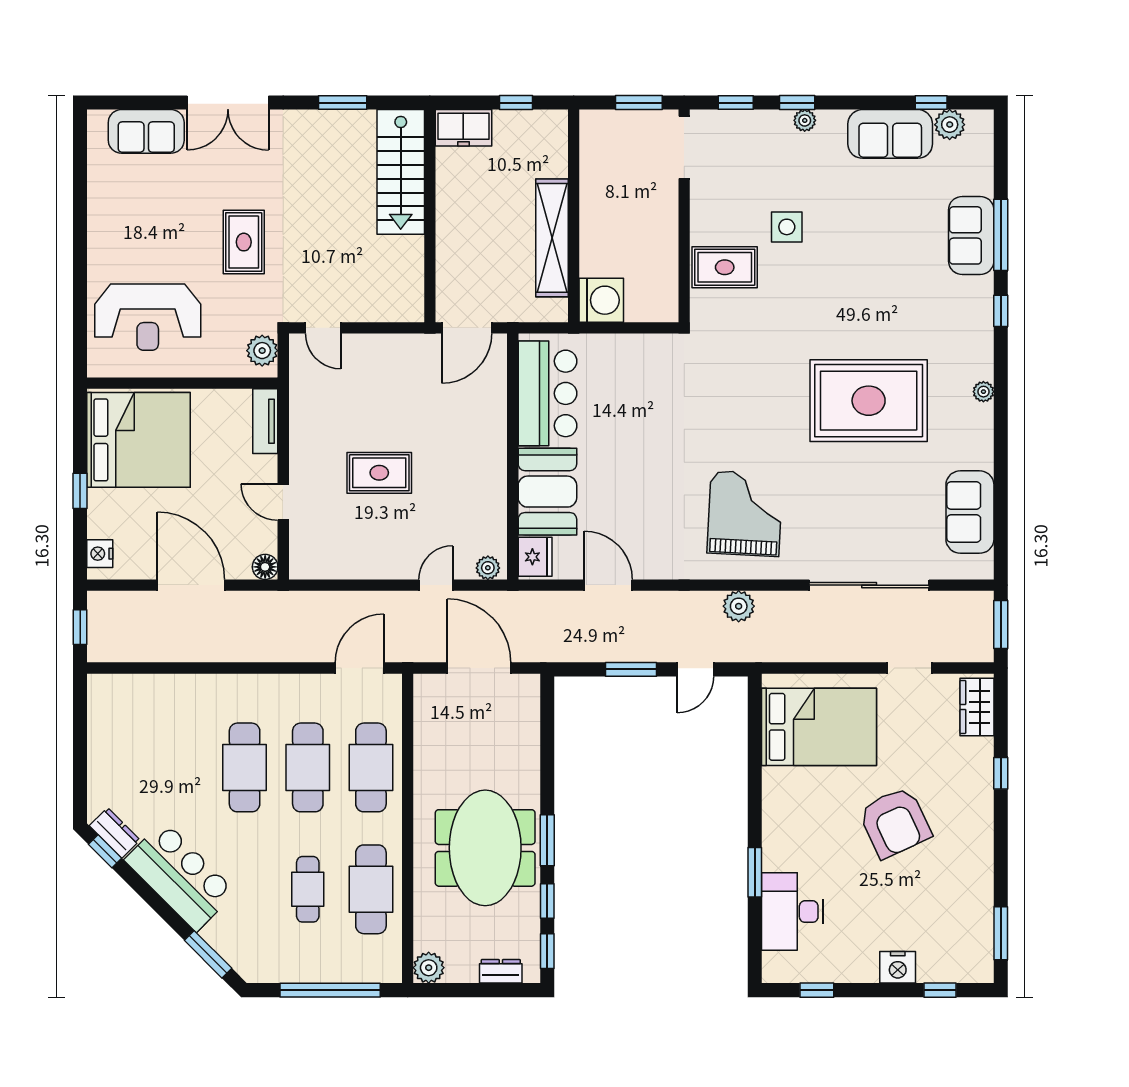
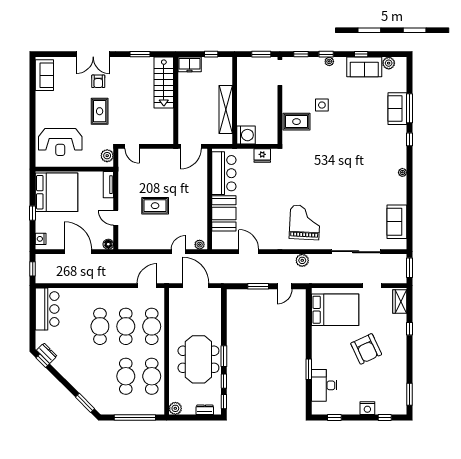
window: (931, 103) -> (361, 54), moved
sofa: (146, 131) -> (44, 75), moved, turned -90
armchair: (240, 169) -> (98, 81), added
rug: (869, 401) -> (355, 176), removed
fridge: (535, 557) -> (262, 156), moved, turned 90
bar counter: (180, 876) -> (47, 309), moved, turned 45
cafe table: (308, 889) -> (126, 376), width x1.37, depth x1.35

